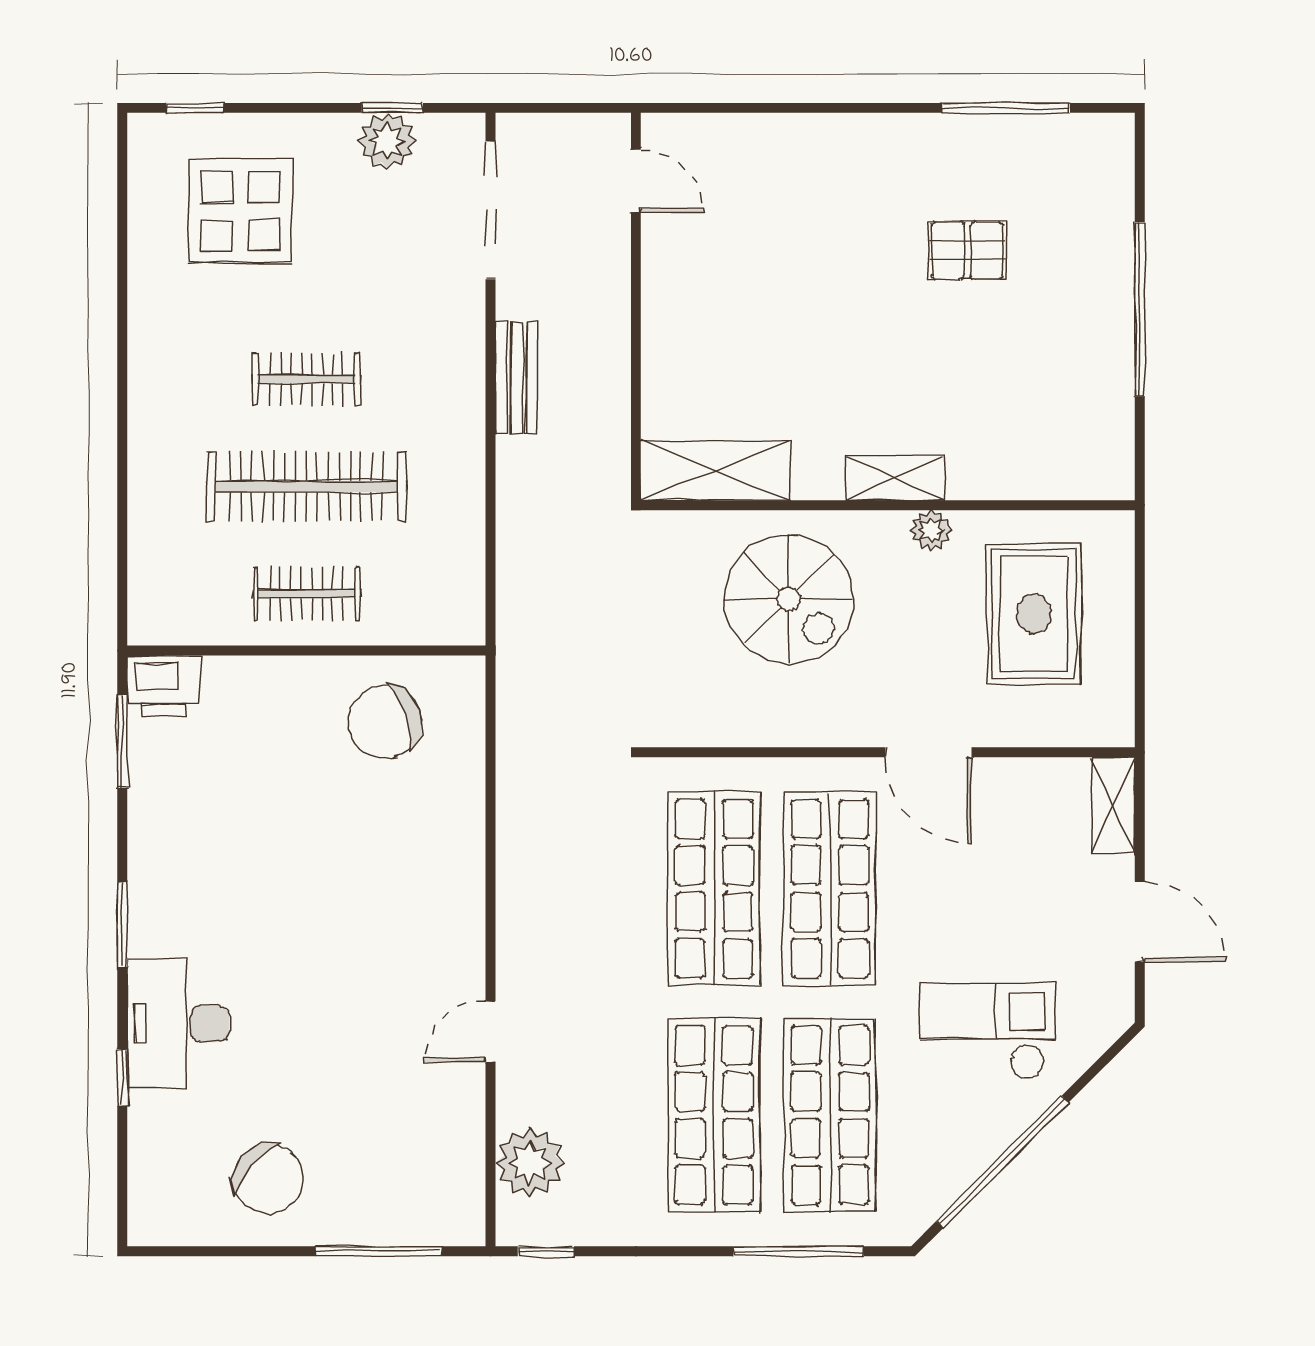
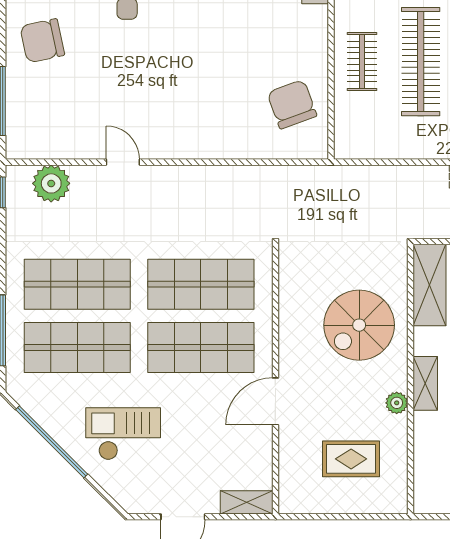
rug: (1034, 614) -> (351, 459), width x0.73, depth x0.70
checkout: (988, 1031) -> (123, 434), turned -90
chair: (268, 1179) -> (42, 41), turned 37

